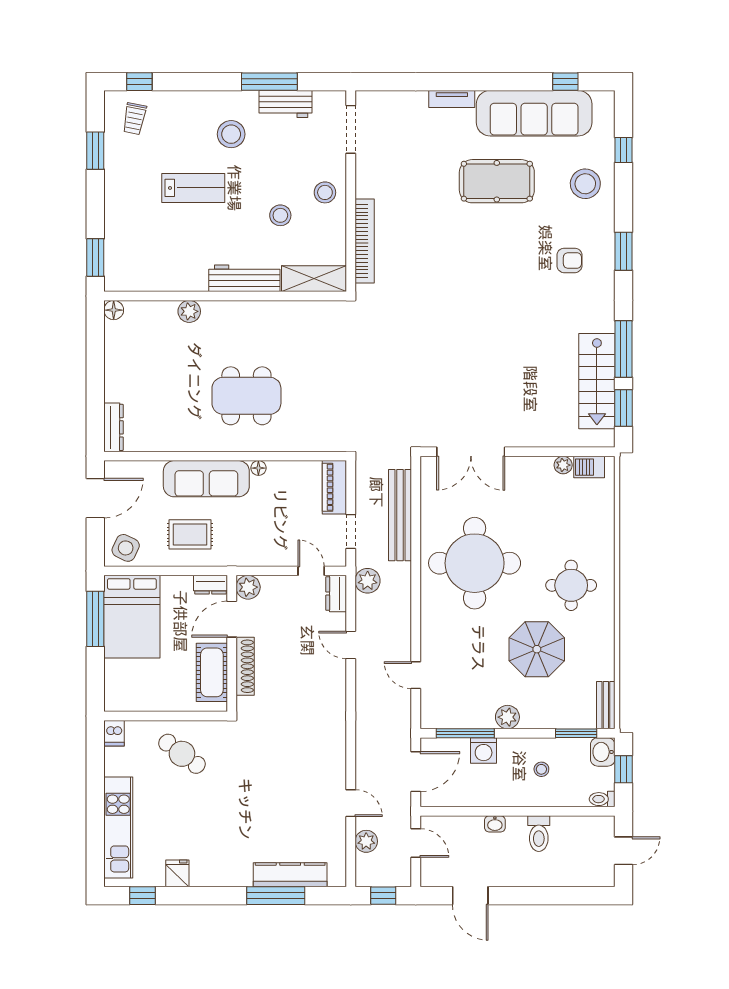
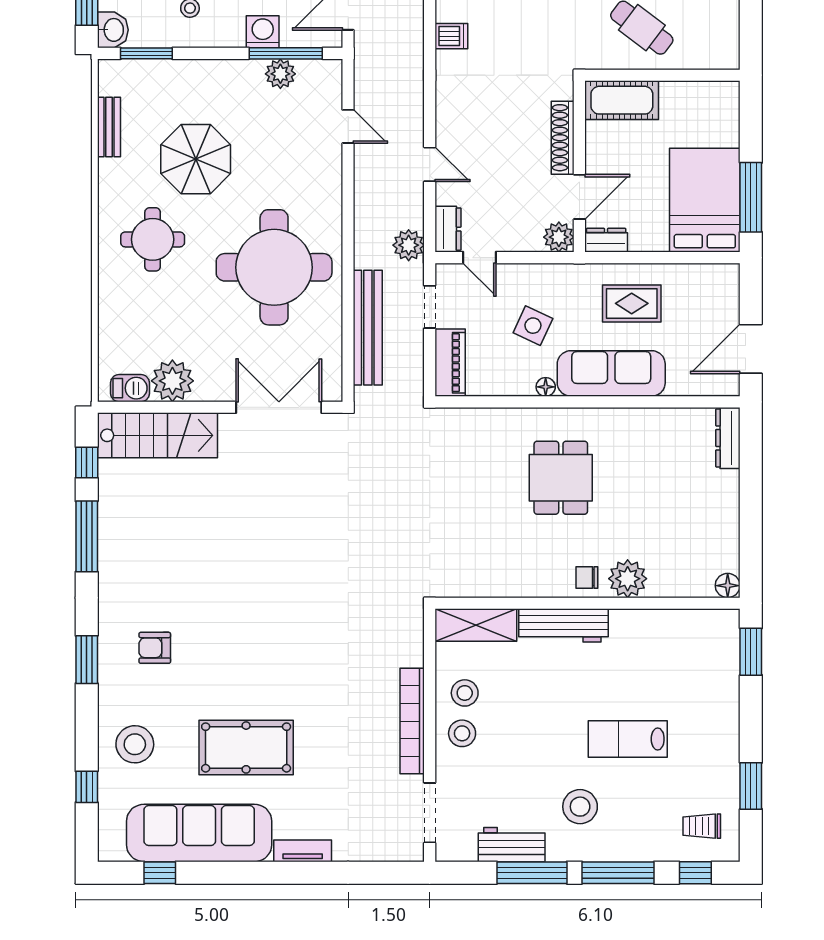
window: (201, 82) -> (618, 873), added
trolley: (134, 119) -> (702, 826), turned -101
stool: (280, 215) -> (465, 693), moved
bookcase: (365, 241) -> (412, 721), moved
plant: (189, 311) -> (628, 579), width x1.36, depth x1.36
chair: (226, 316) -> (587, 577), added
stairs: (597, 381) -> (157, 435), moved, turned 90
dining table: (246, 396) -> (561, 478), width x0.73
window: (624, 408) -> (87, 462), width x0.67
plant: (563, 465) -> (172, 381), width x1.88, depth x1.88
side table: (126, 548) -> (533, 326), moved
cot: (212, 672) -> (622, 100), moved, turned 90
bench: (606, 705) -> (109, 127), moved
plant: (507, 717) -> (280, 74), moved
dishwasher: (114, 733) -> (451, 36), moved, turned 90

